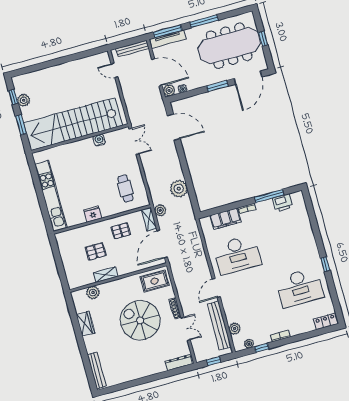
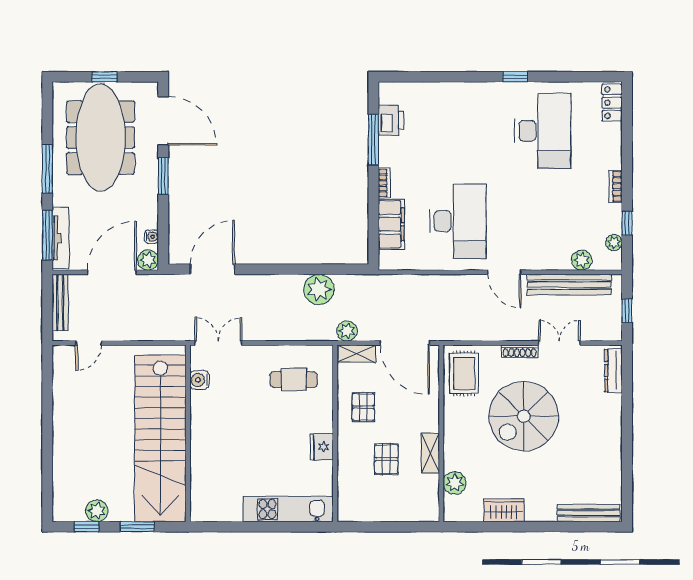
water cooler: (99, 140) -> (199, 380), moved
kitchen unit: (51, 196) -> (288, 509), width x0.73

